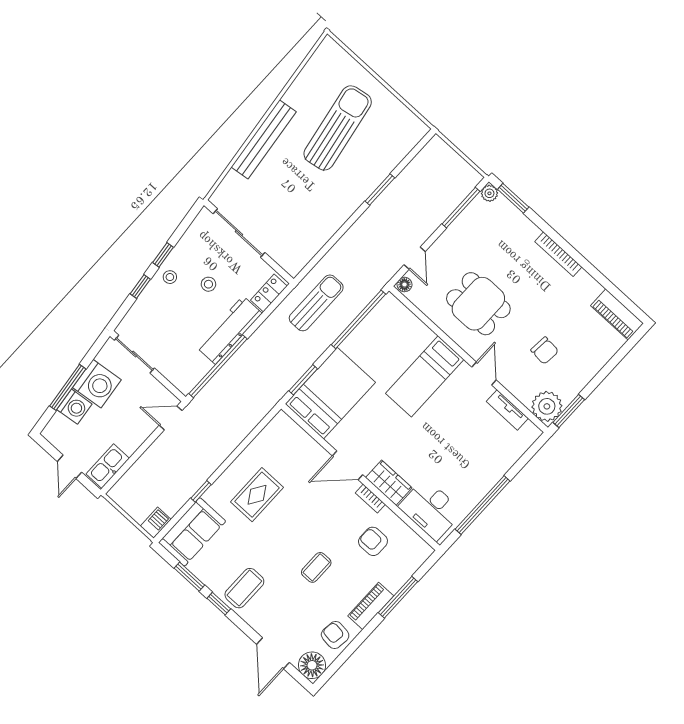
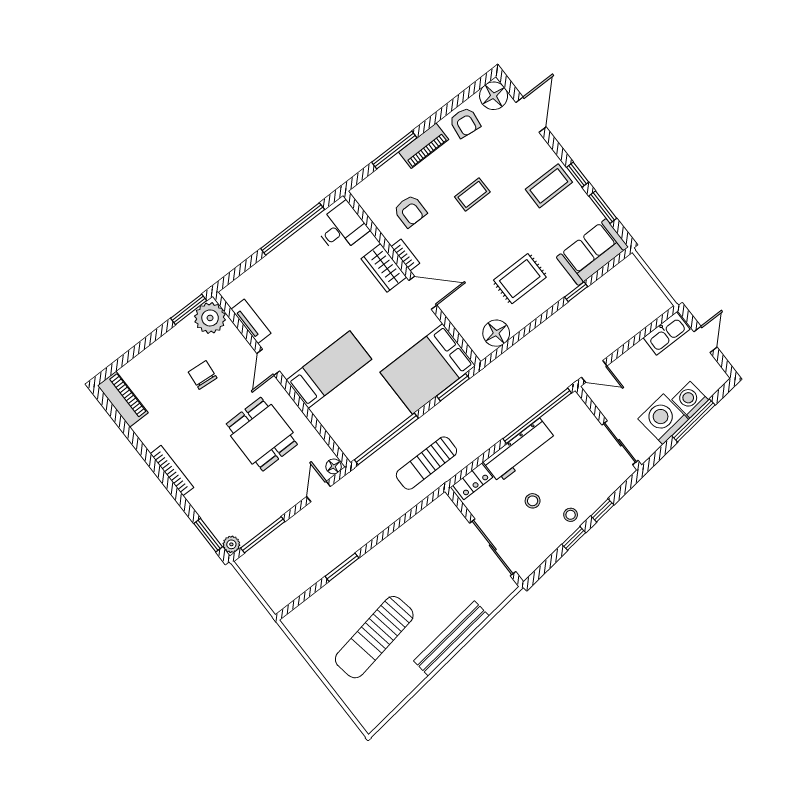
floor lamp: (271, 439) -> (496, 333), added
desk: (431, 509) -> (342, 228), width x0.73
barbecue: (156, 523) -> (628, 268), removed

